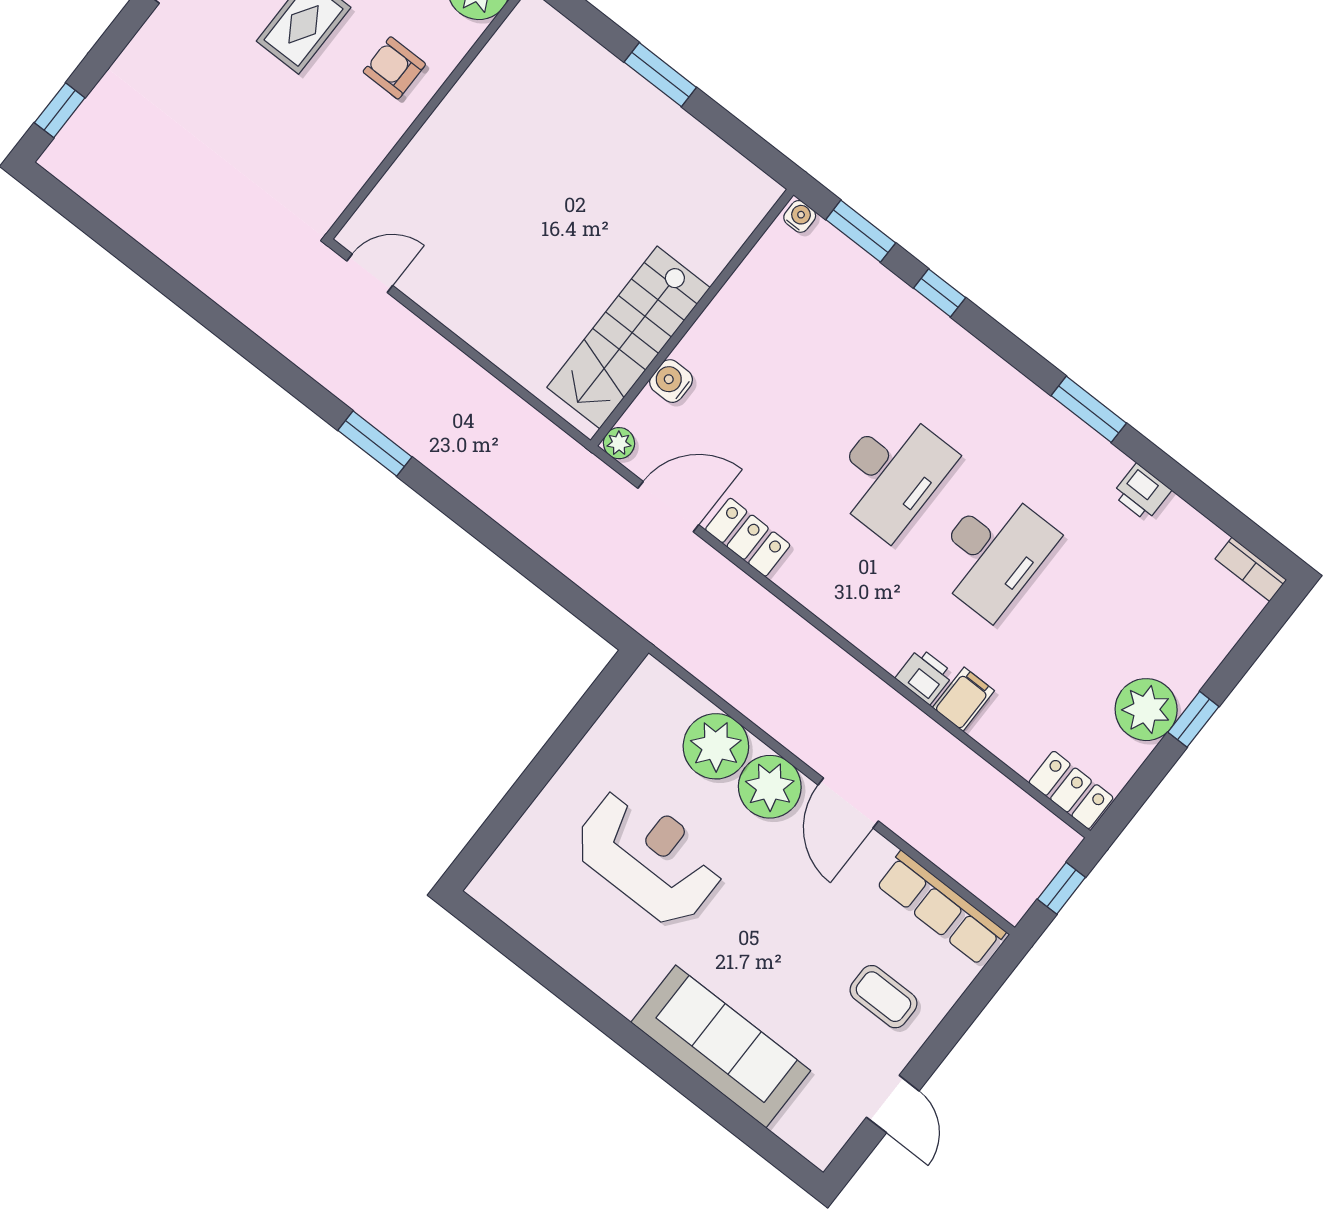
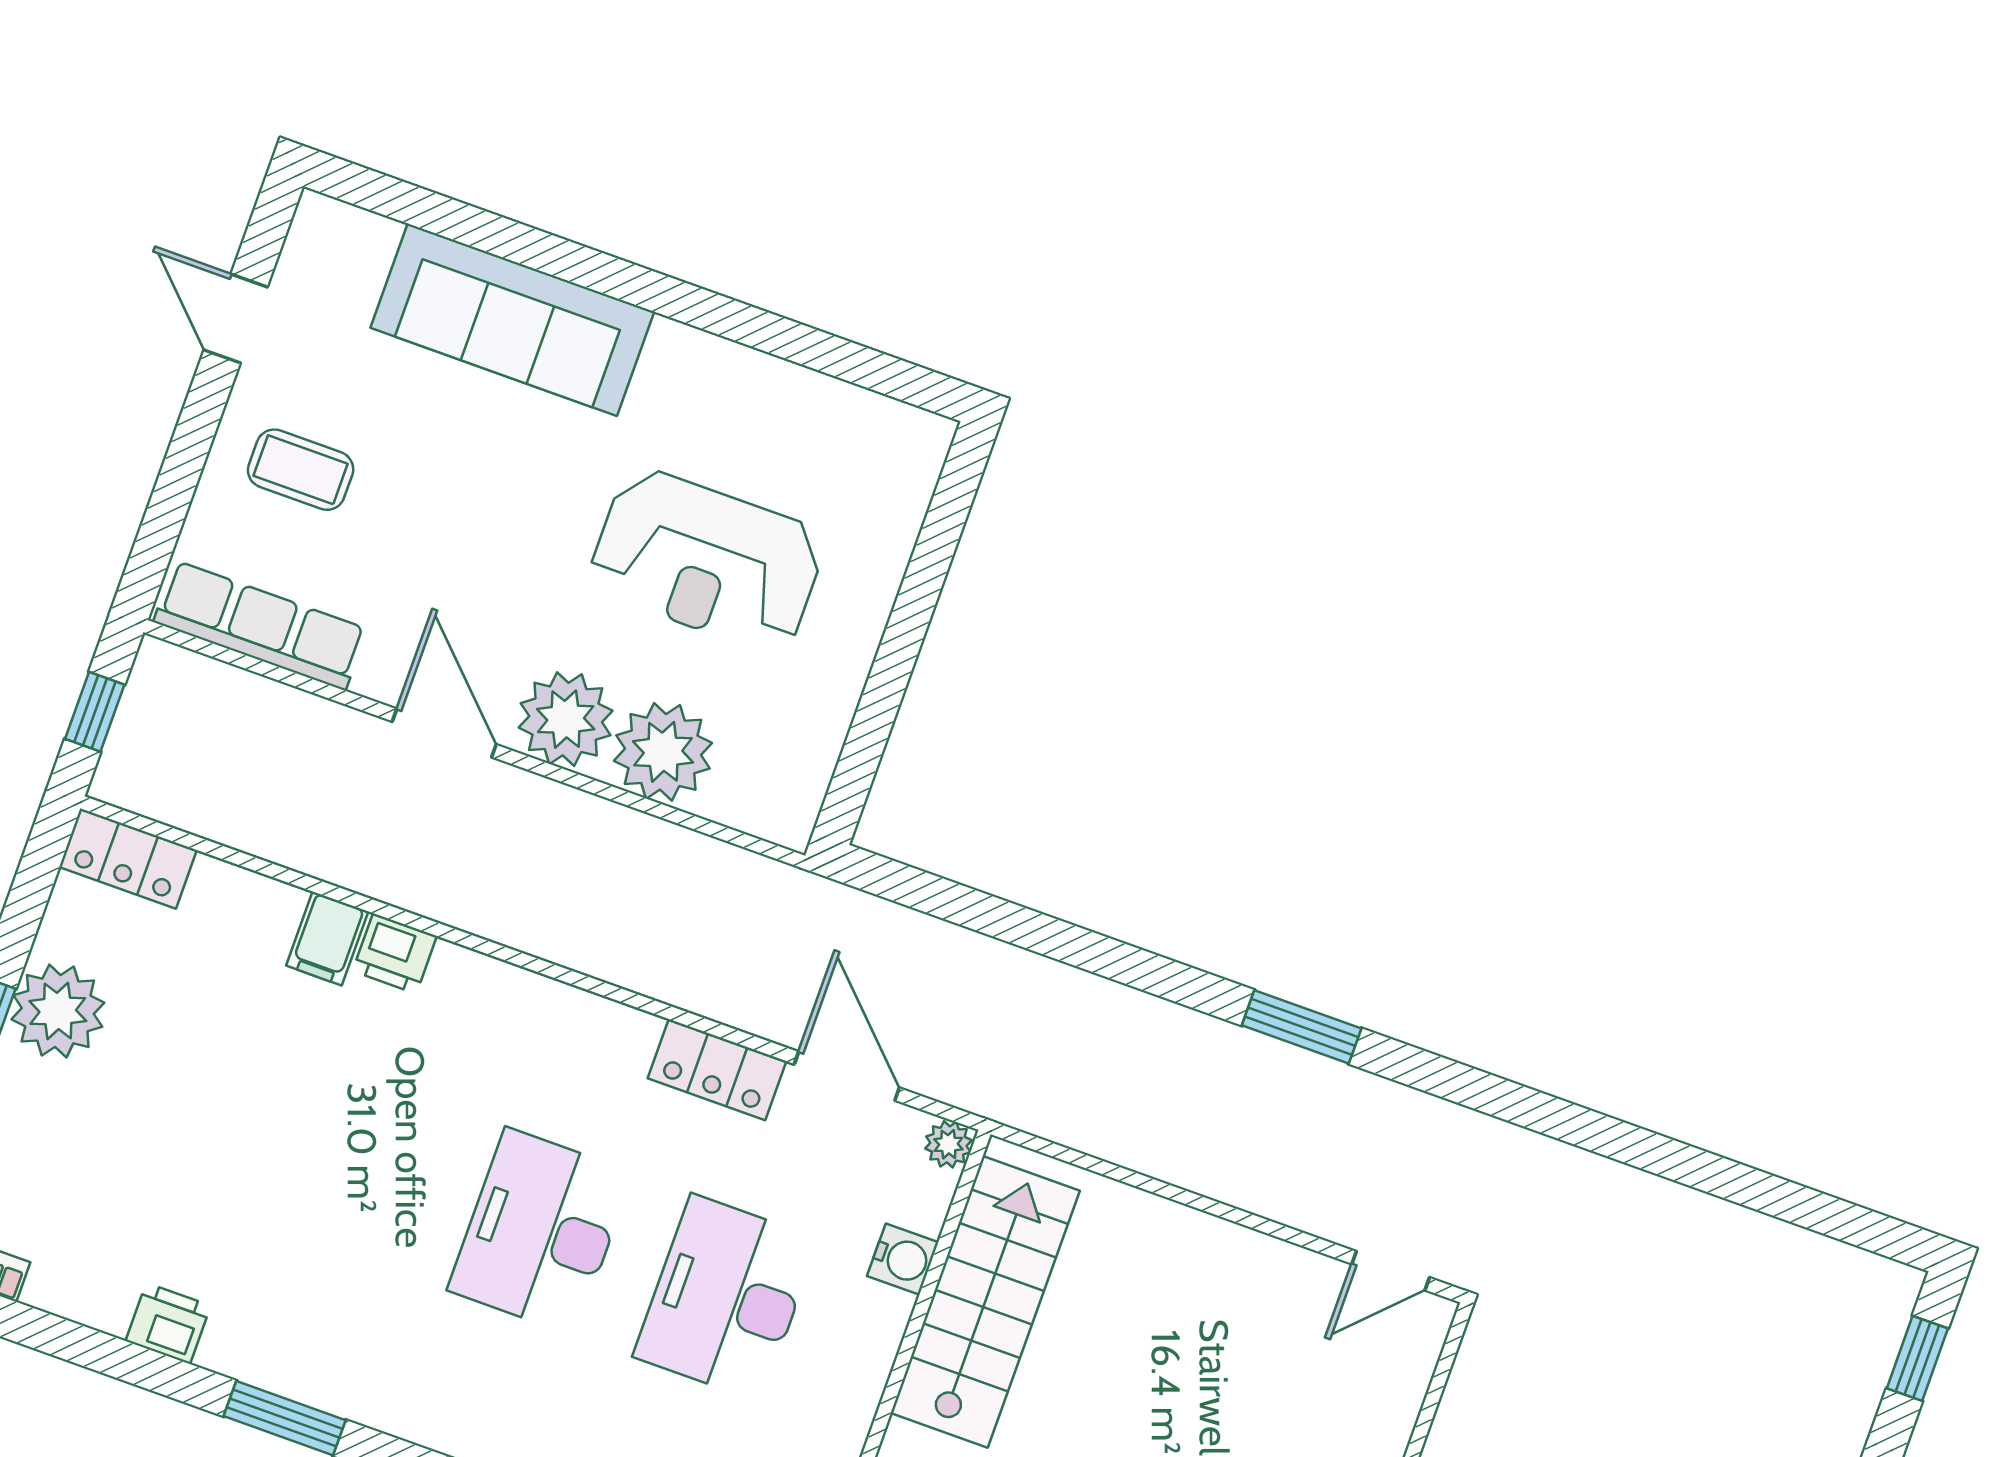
door: (668, 507) -> (847, 1076), swing flipped
desk: (993, 553) -> (726, 1298), moved

